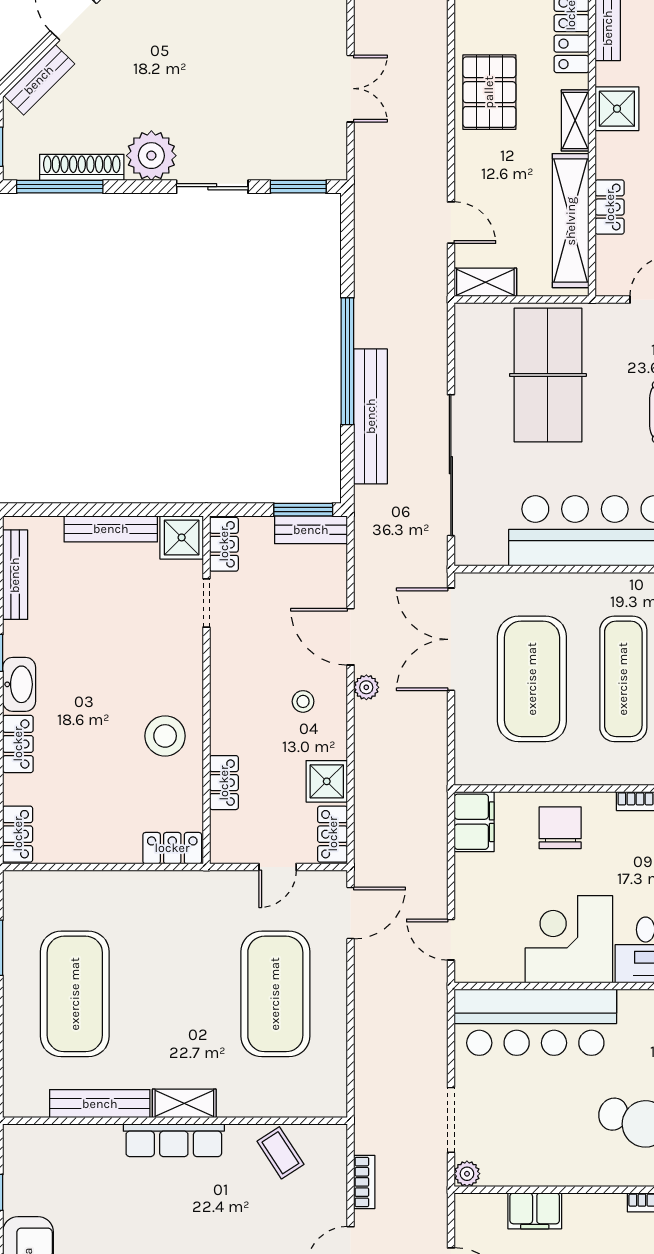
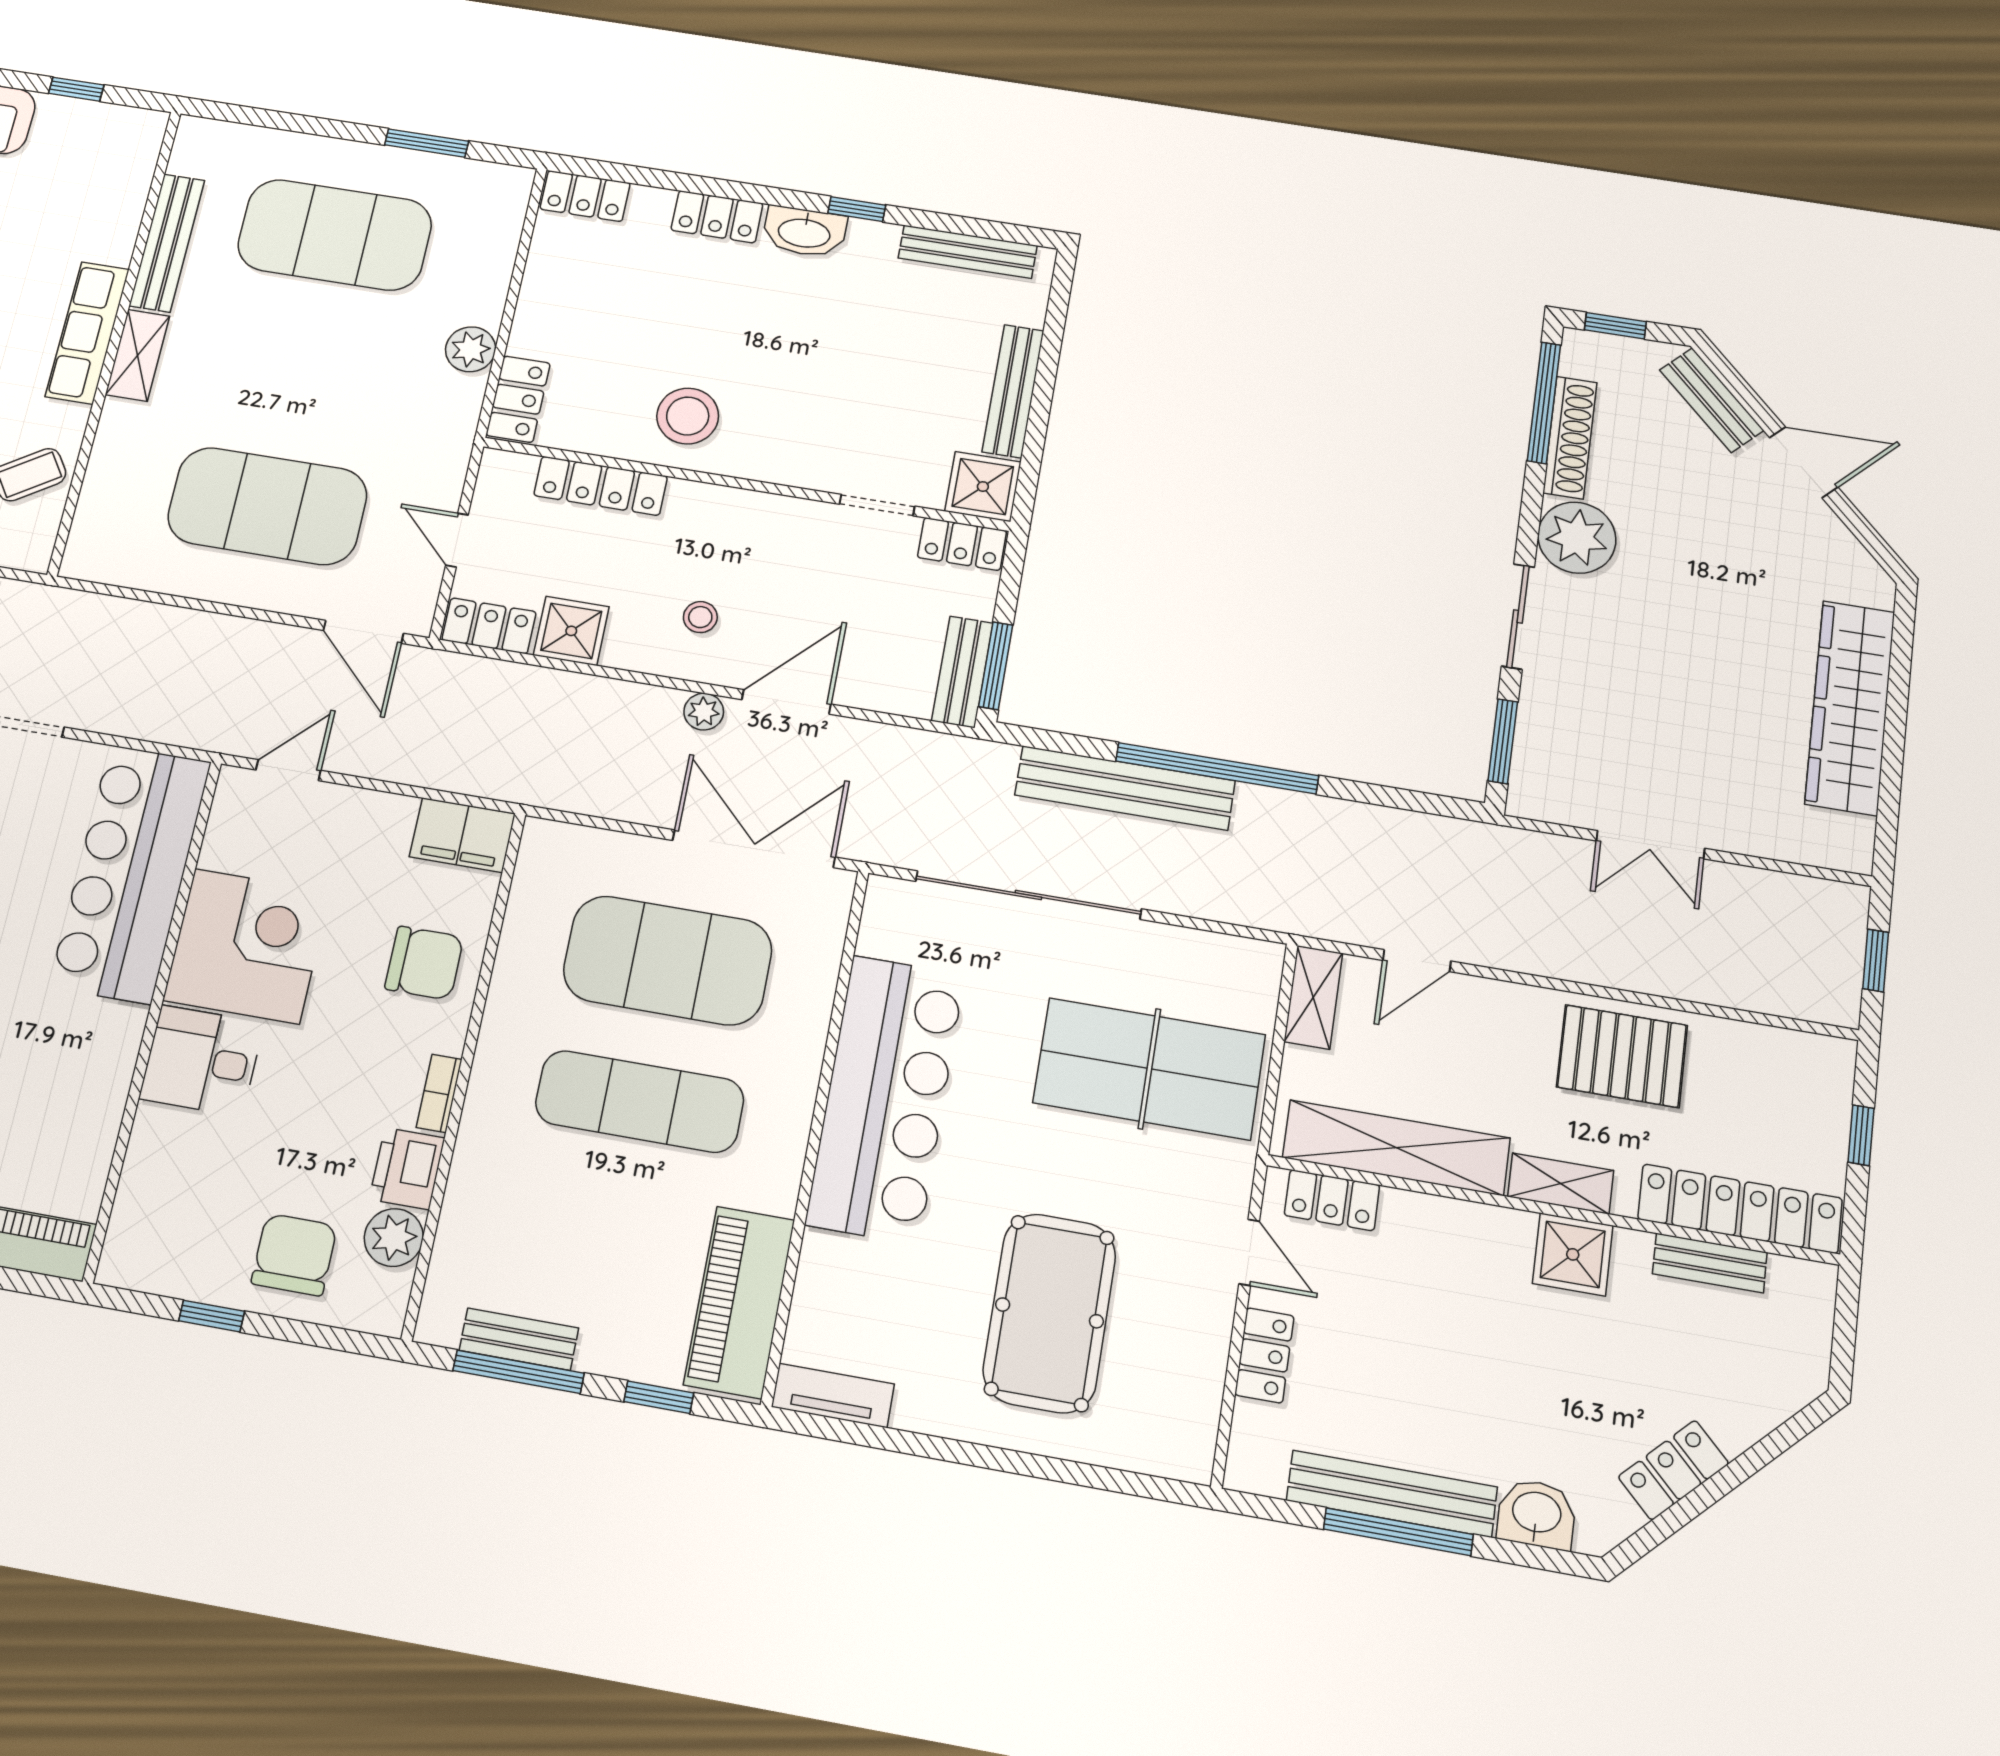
locker: (610, 207) -> (1332, 1200), moved
locker: (224, 783) -> (601, 486), width x1.53
plant: (142, 887) -> (471, 349), added

